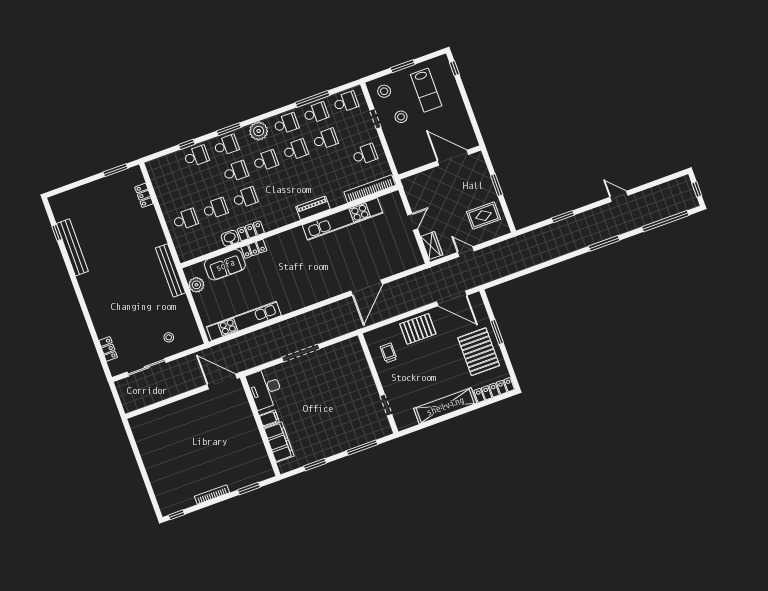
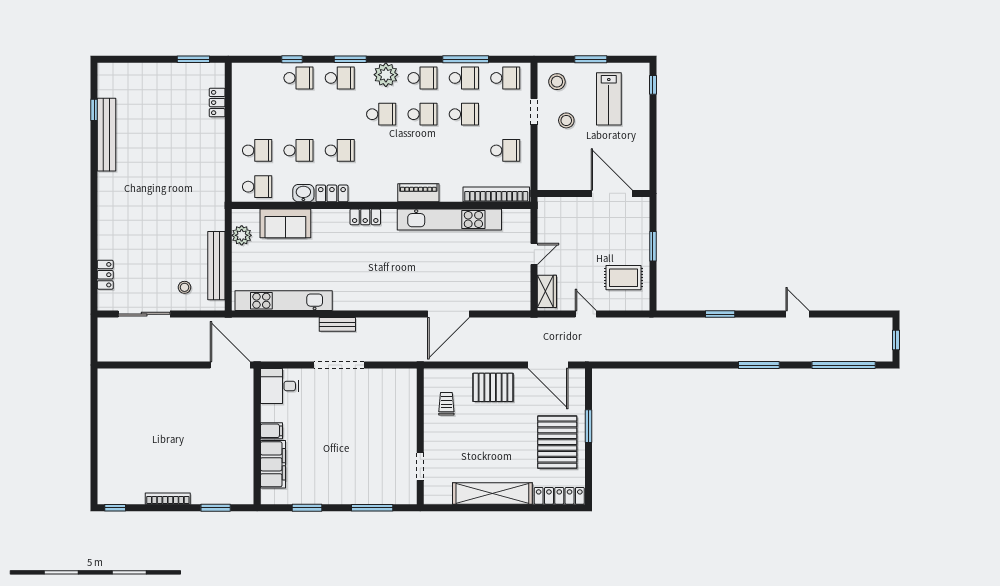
school desk: (236, 172) -> (257, 187), moved
locker: (254, 249) -> (365, 217), moved
bench: (171, 270) -> (216, 266), moved
bench: (289, 324) -> (337, 324), added
desk: (265, 389) -> (279, 386), width x0.73

